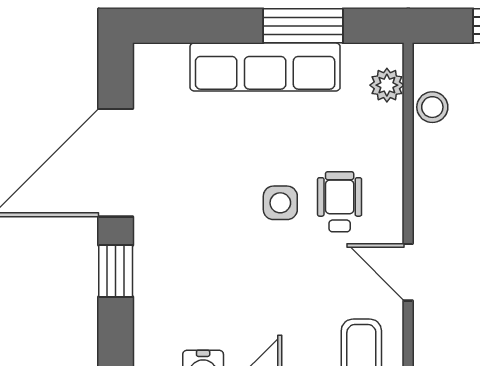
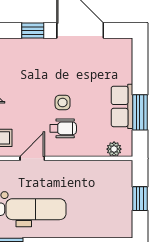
row of seats: (265, 67) -> (122, 106), width x0.68
stool: (432, 107) -> (104, 169), removed

